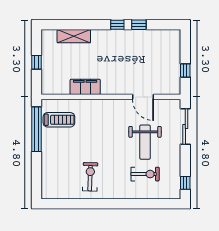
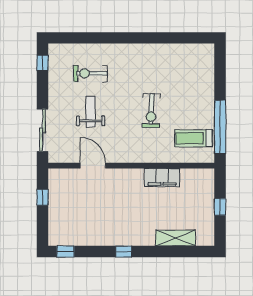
window: (139, 25) -> (66, 252), moved
weight bench: (145, 142) -> (91, 112), width x0.73, depth x0.75
exercise bike: (90, 177) -> (151, 111), moved

